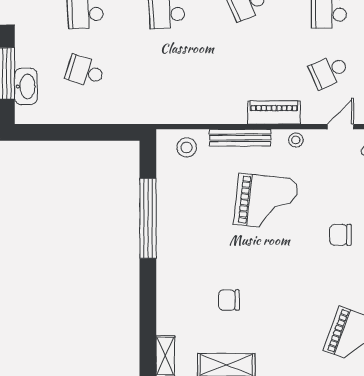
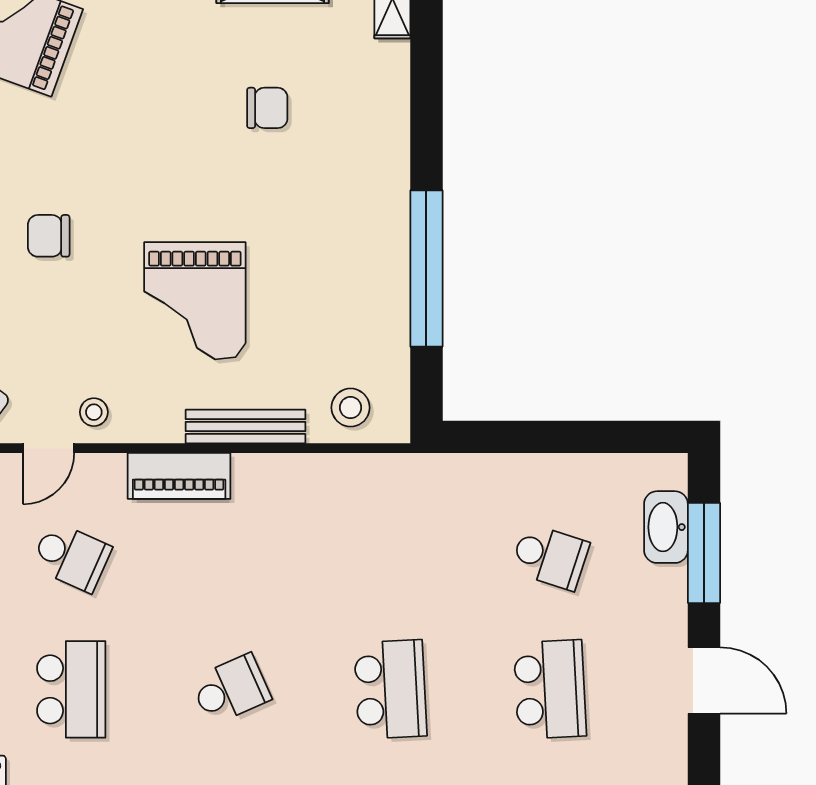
school desk: (329, 71) -> (71, 557), turned 48
stool: (296, 140) -> (94, 412), moved
grand piano: (266, 202) -> (195, 301), turned -96
chair: (340, 235) -> (49, 236), turned 180

